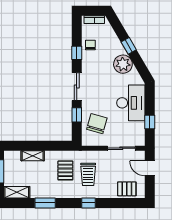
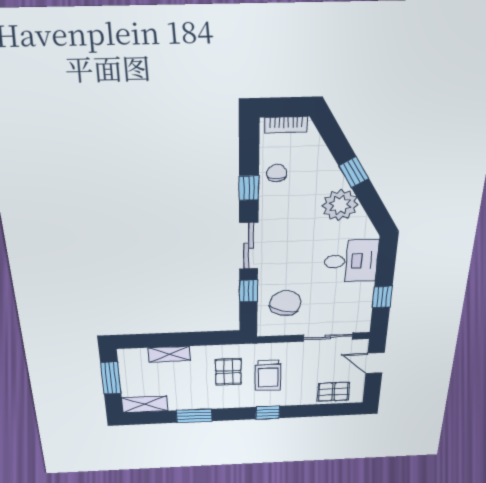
desk: (131, 103) -> (351, 261), width x0.73

